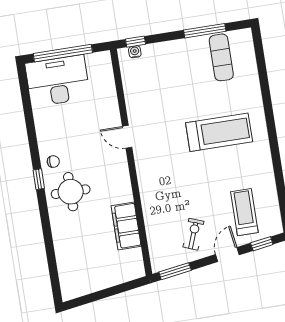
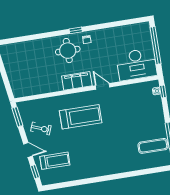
desk: (58, 81) -> (136, 64), moved, turned 90
treadmill: (219, 132) -> (81, 117), moved, turned -90
door: (127, 137) -> (103, 86), hinge flipped
filing cabinet: (126, 226) -> (77, 81), moved

